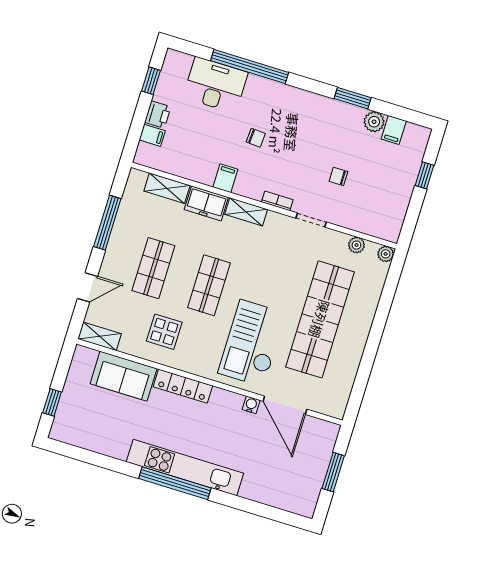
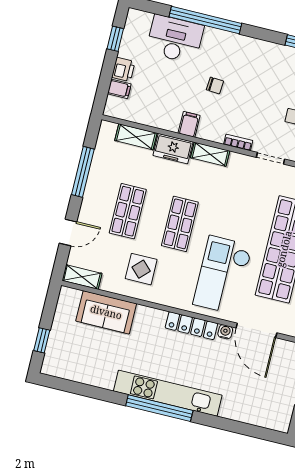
locker: (183, 386) -> (191, 326), moved

